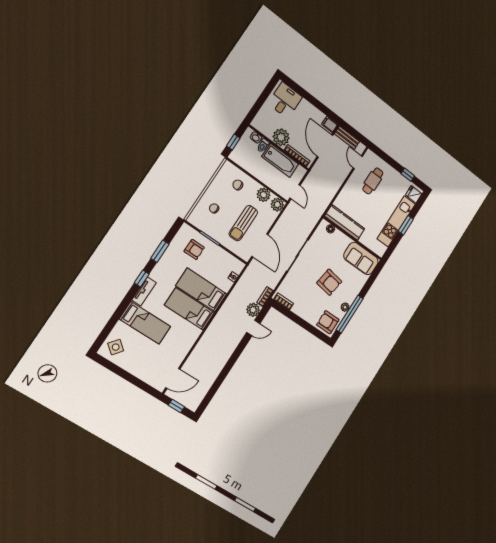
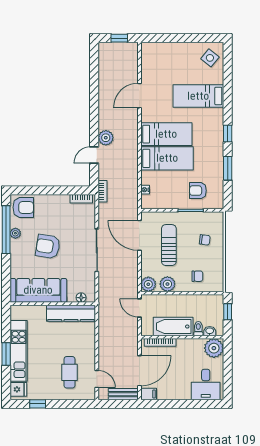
plant: (281, 137) -> (214, 348), moved
door: (325, 146) -> (139, 371), hinge flipped
sofa: (361, 259) -> (38, 290), width x1.36
tv unit: (144, 291) -> (218, 123), removed
plant: (253, 310) -> (106, 138), moved
door: (173, 378) -> (139, 96), moved

